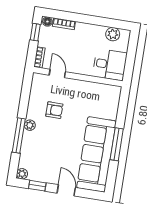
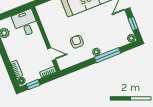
door: (57, 73) -> (52, 54), swing flipped

